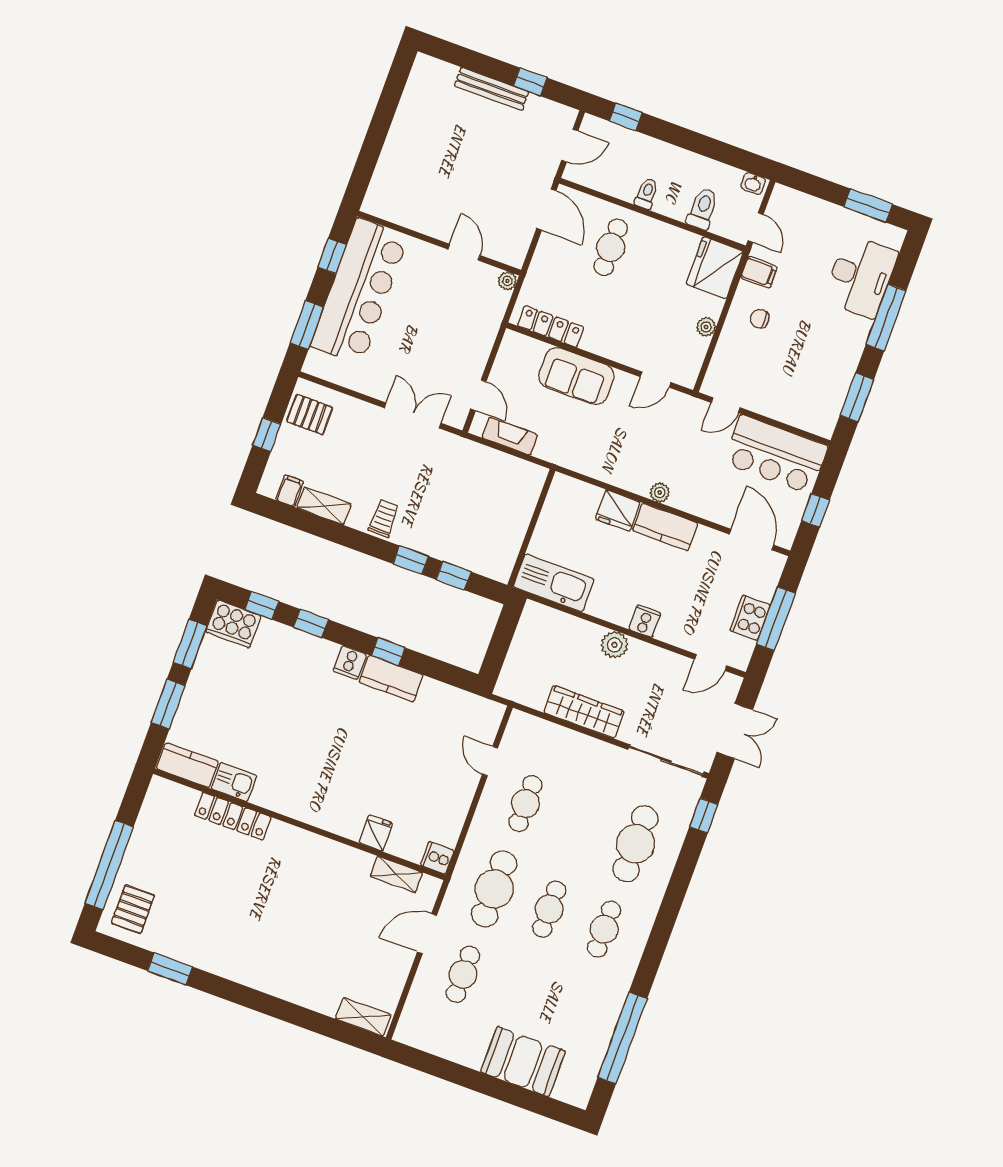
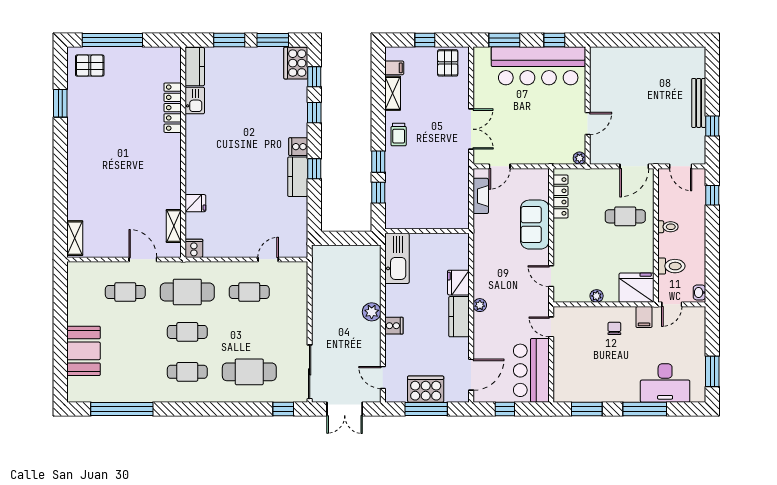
trolley: (384, 518) -> (399, 135), turned 90
cooker: (750, 618) -> (426, 389), width x1.37, depth x1.31
wardrobe: (584, 712) -> (322, 308), removed

